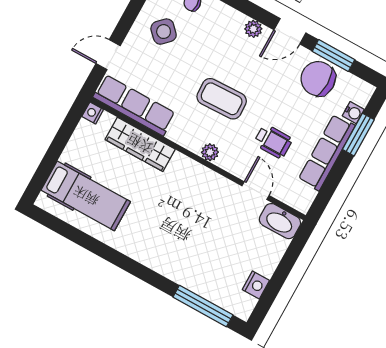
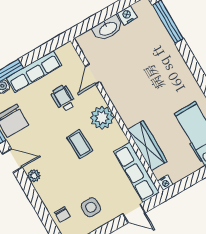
side table: (164, 32) -> (91, 207), turned 45
coffee table: (222, 99) -> (80, 144), width x0.73, depth x0.77
plant: (210, 152) -> (102, 118), width x1.87, depth x1.87
washbasin: (280, 221) -> (108, 28), moved, turned 90

